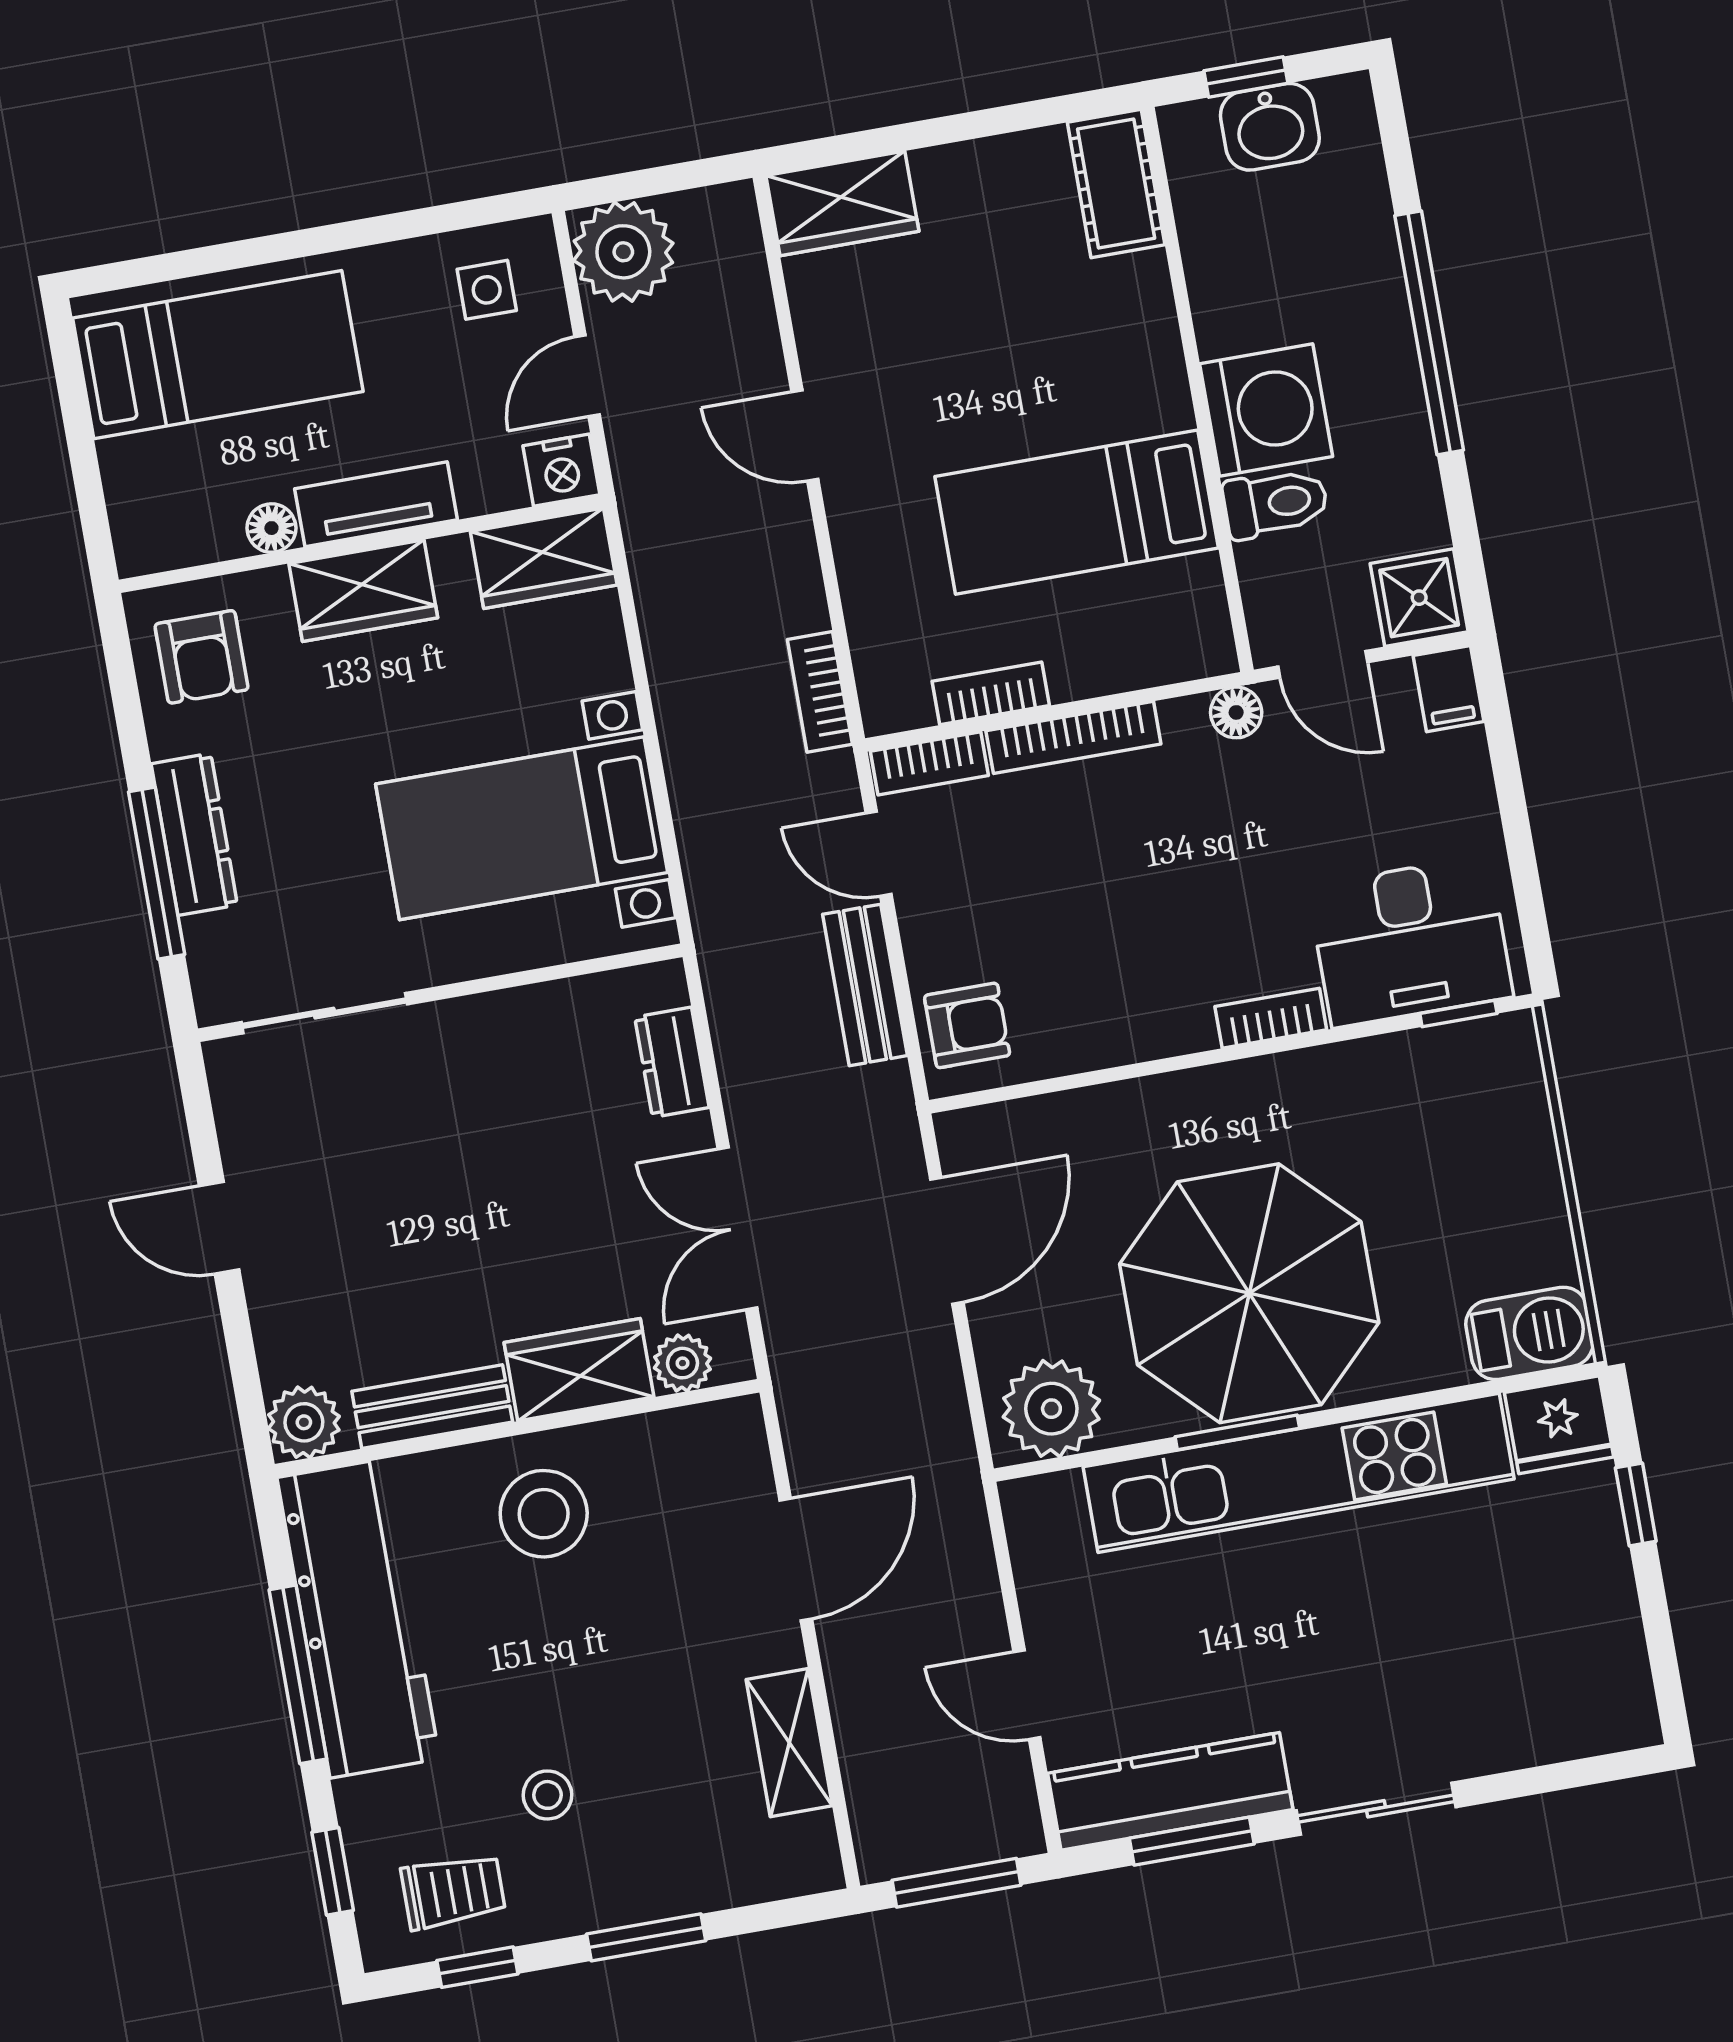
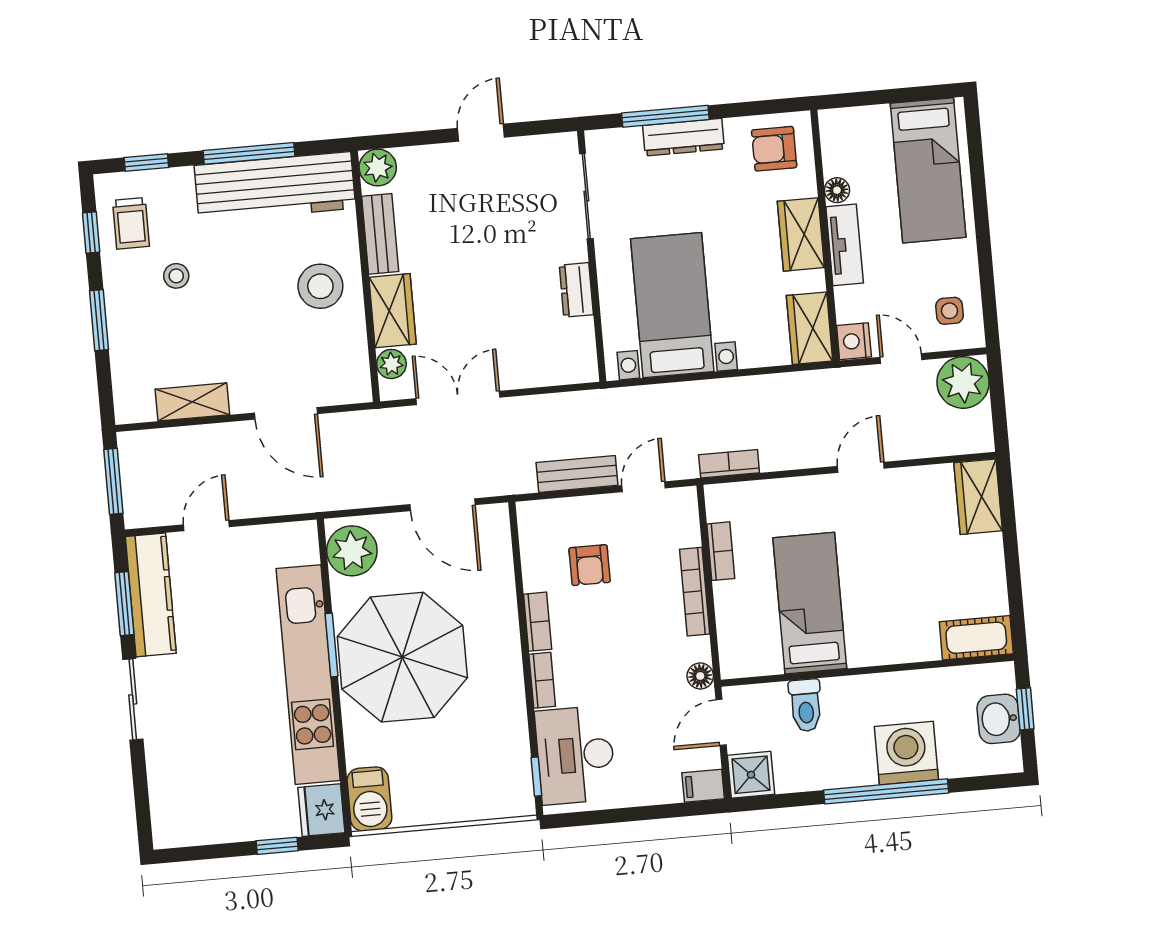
washing machine: (1266, 410) -> (906, 753), moved, turned 180
bookcase: (929, 763) -> (538, 622), moved, turned 180
armchair: (967, 1025) -> (590, 565), moved
dresser: (672, 1062) -> (576, 290), moved, turned -90

